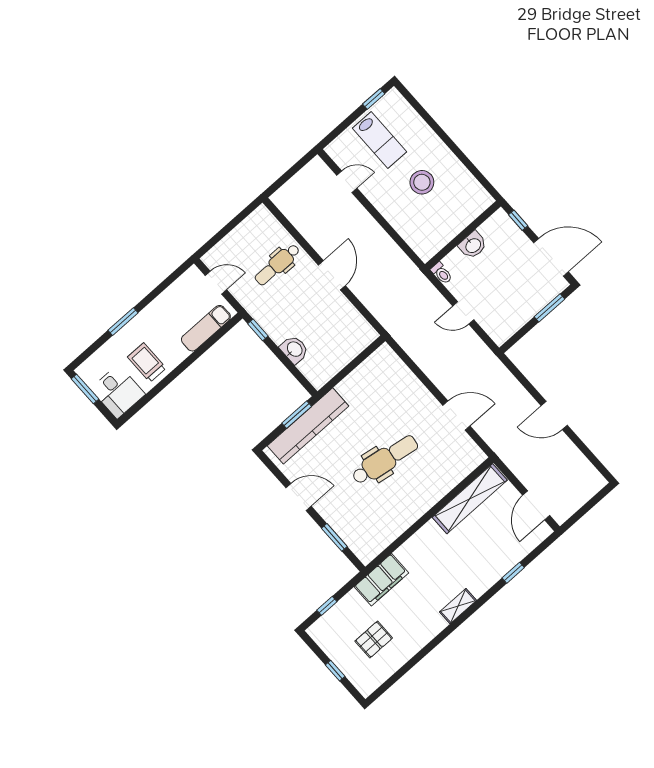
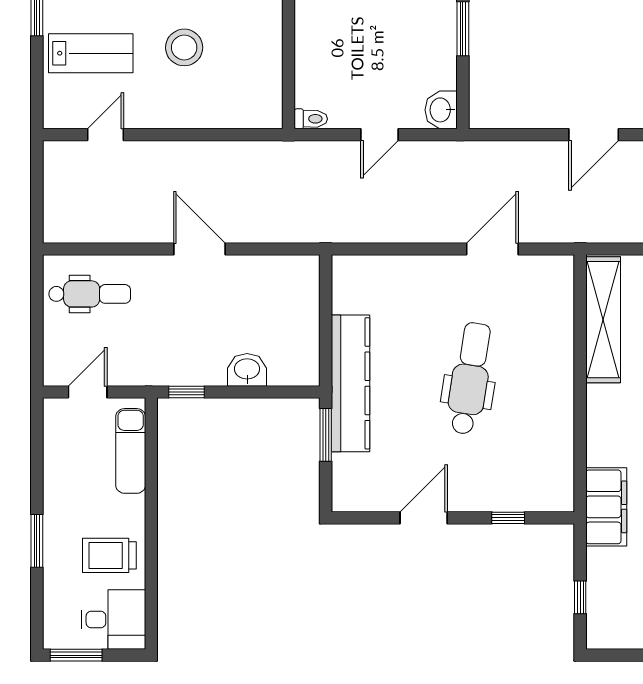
washbasin: (473, 245) -> (441, 110), moved, turned 180
dental chair: (277, 265) -> (90, 294), moved, turned -90
kitchen counter: (308, 426) -> (351, 383), moved
window: (334, 537) -> (508, 518), width x0.67

